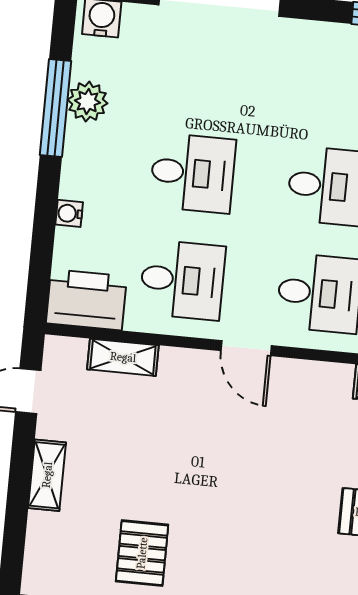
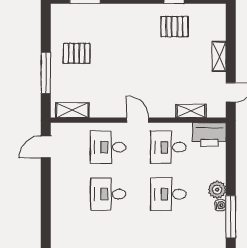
plant: (88, 102) -> (217, 190), moved
water cooler: (69, 213) -> (220, 205), moved
pallet: (142, 553) -> (174, 27), turned 90

